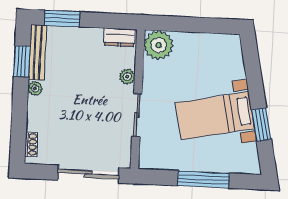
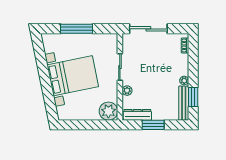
window: (62, 19) -> (153, 125), moved
dresser: (120, 37) -> (137, 115), width x1.44
bed with nightstands: (215, 116) -> (73, 76), width x1.36
window: (261, 125) -> (42, 65), removed

